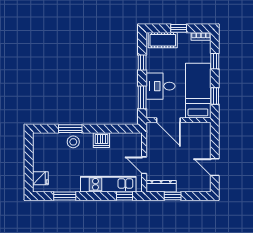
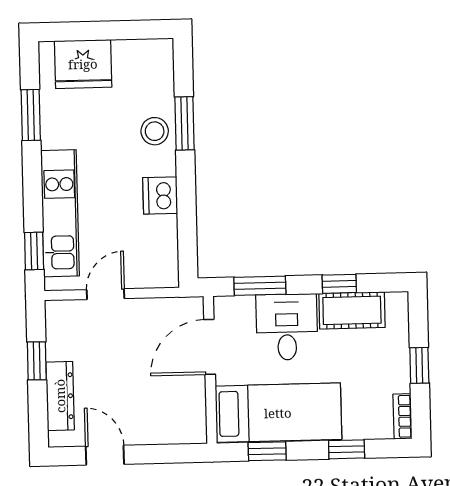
cot: (163, 40) -> (352, 310), moved, turned 90
door: (215, 167) -> (105, 455), hinge flipped
fridge: (40, 178) -> (83, 64), width x1.88, depth x1.34
dresser: (161, 186) -> (60, 396), moved

